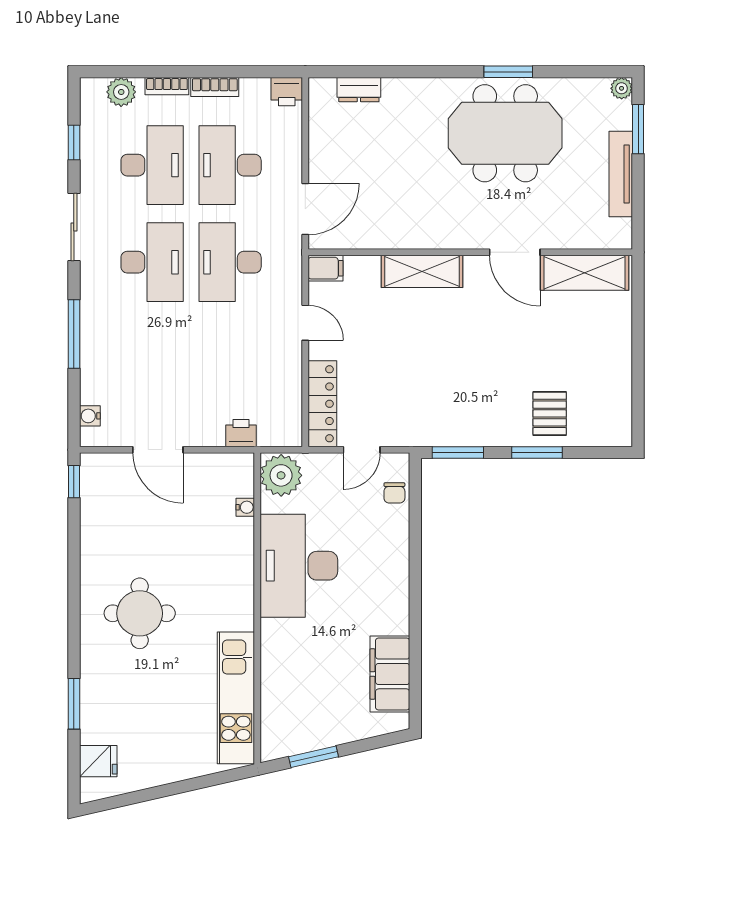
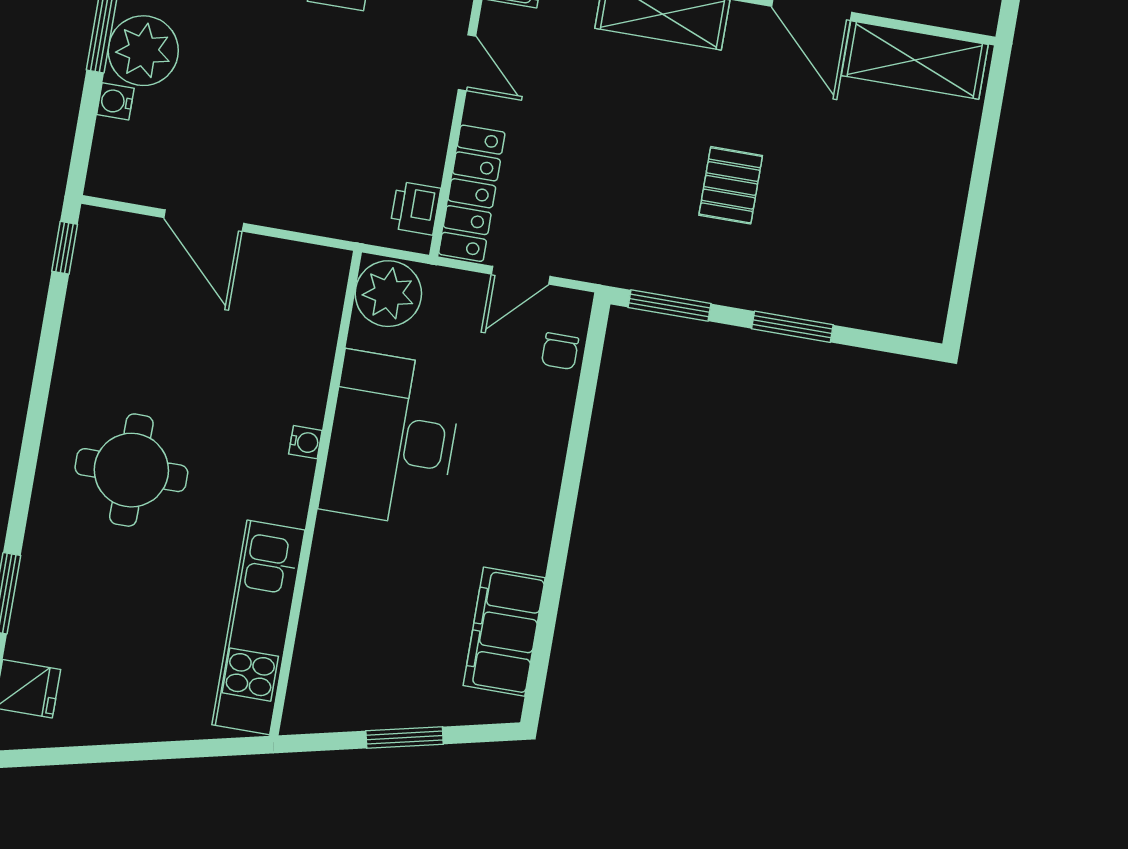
plant: (102, 350) -> (143, 51), added
pallet: (550, 413) -> (731, 185), moved
water cooler: (90, 416) -> (115, 101), moved
printer: (241, 433) -> (415, 208), moved, turned -90
water cooler: (245, 507) -> (305, 442), moved
window: (314, 757) -> (405, 737), moved

